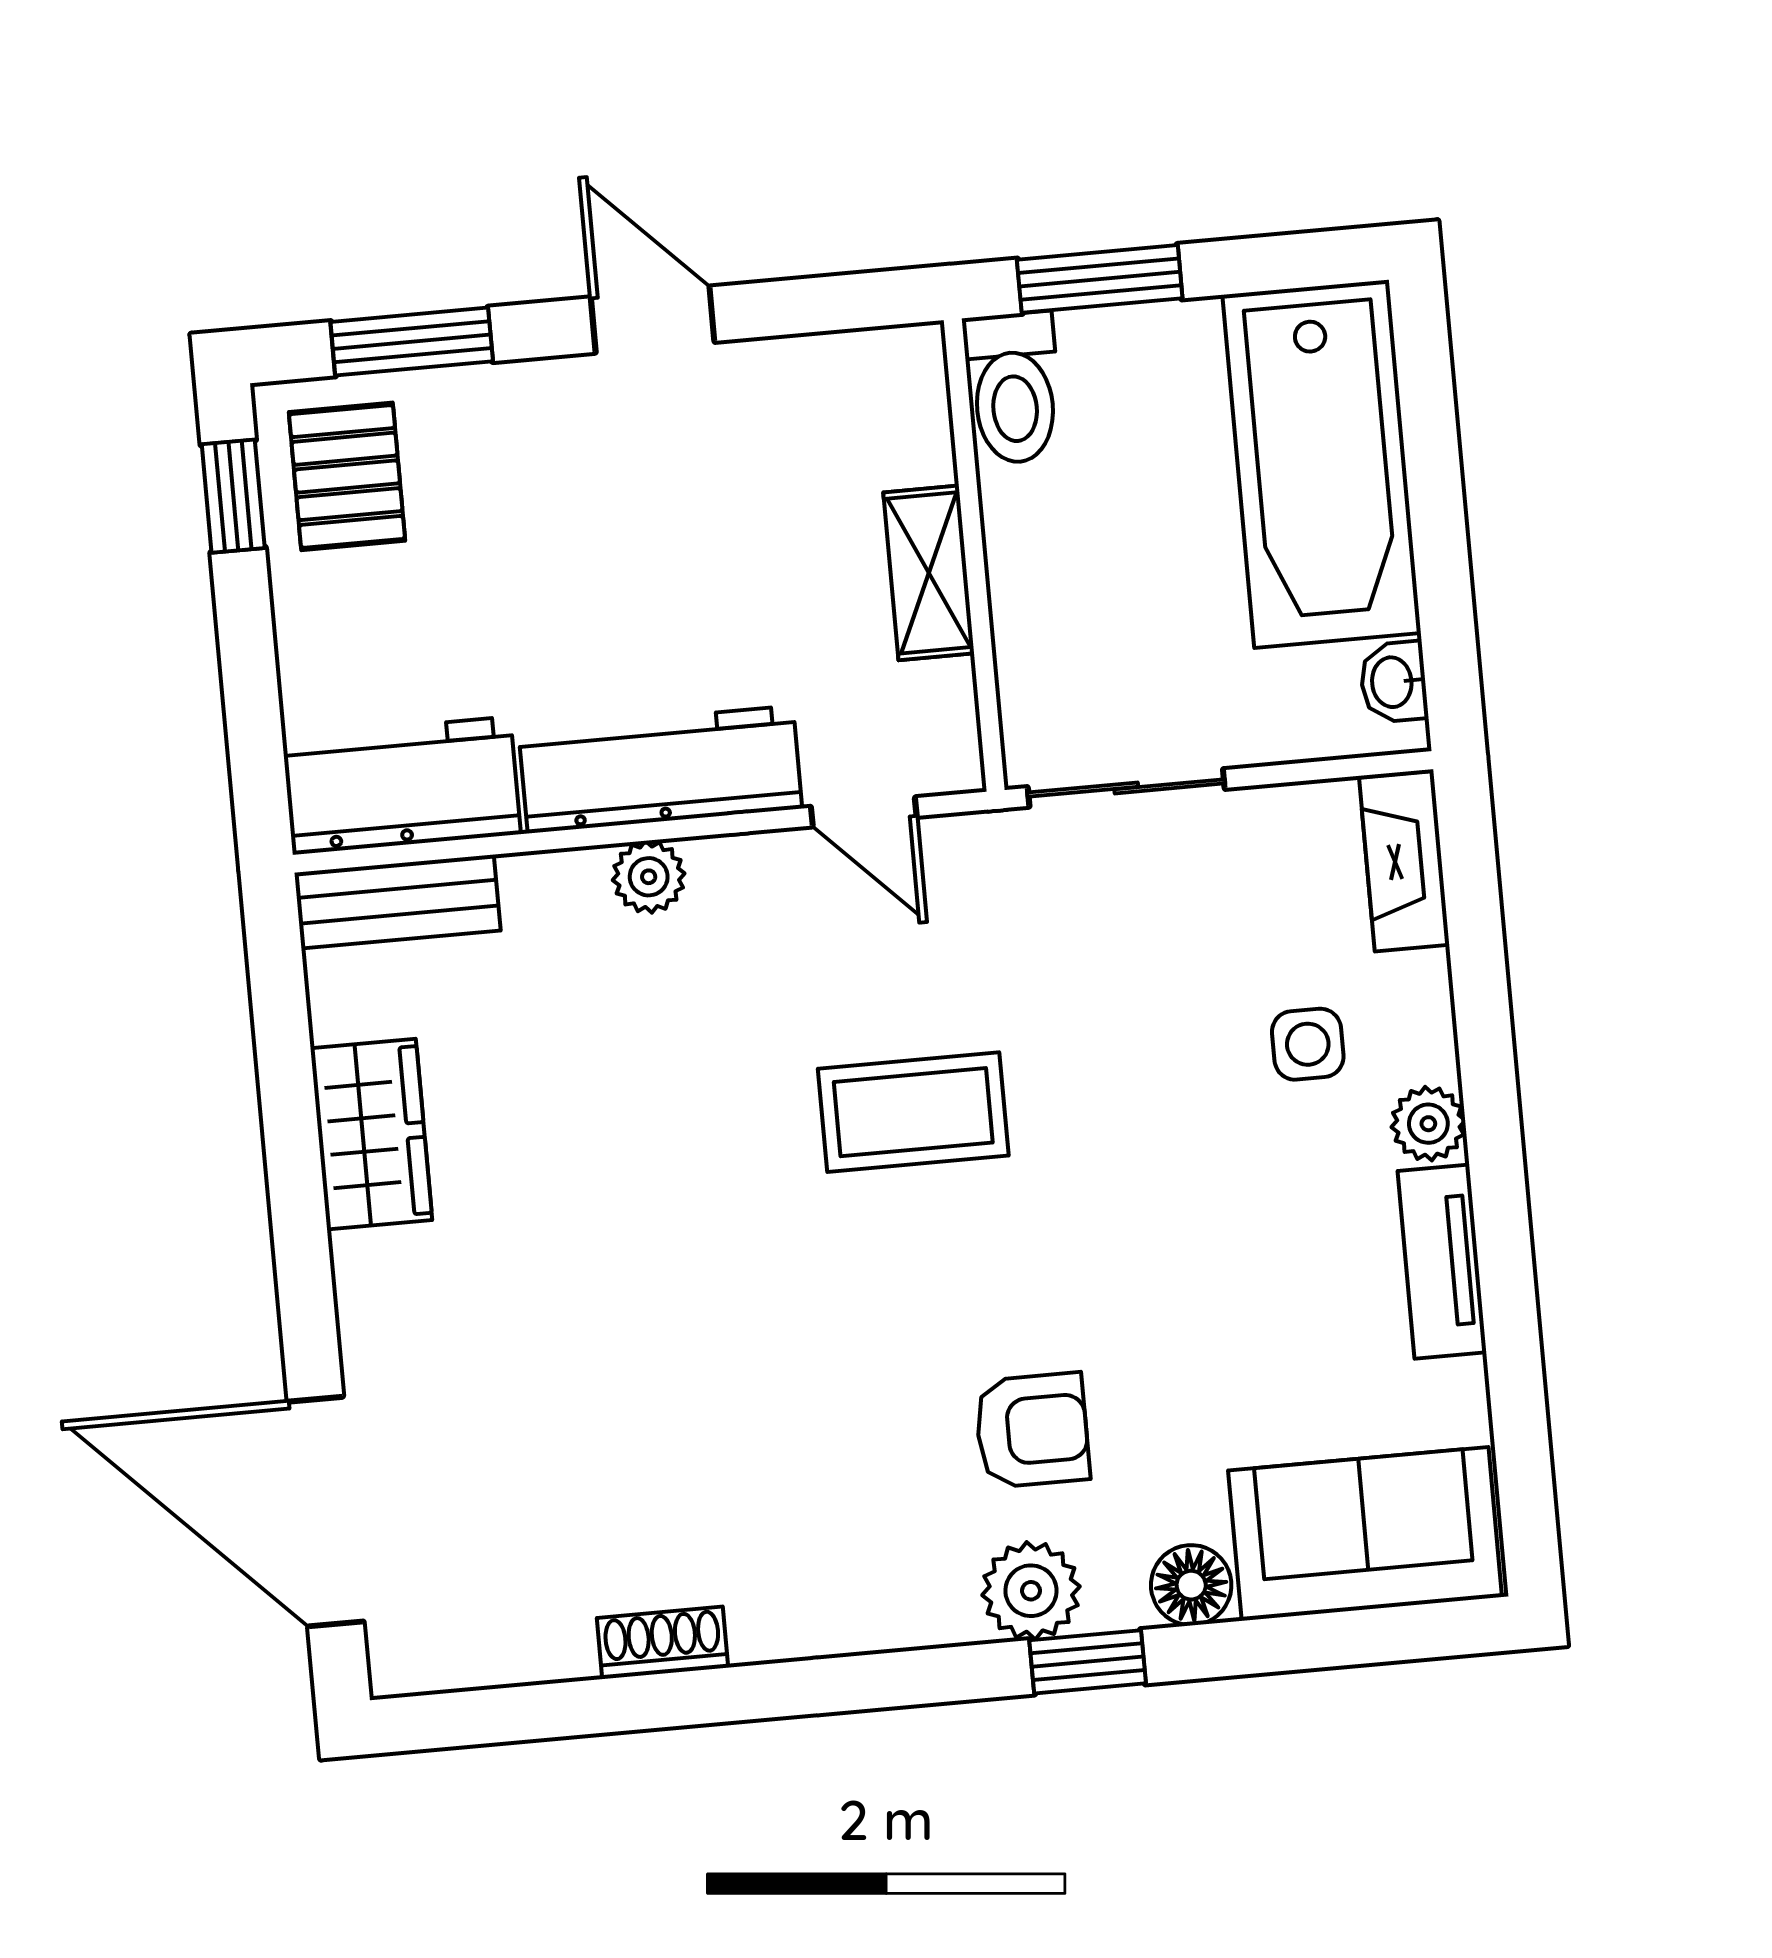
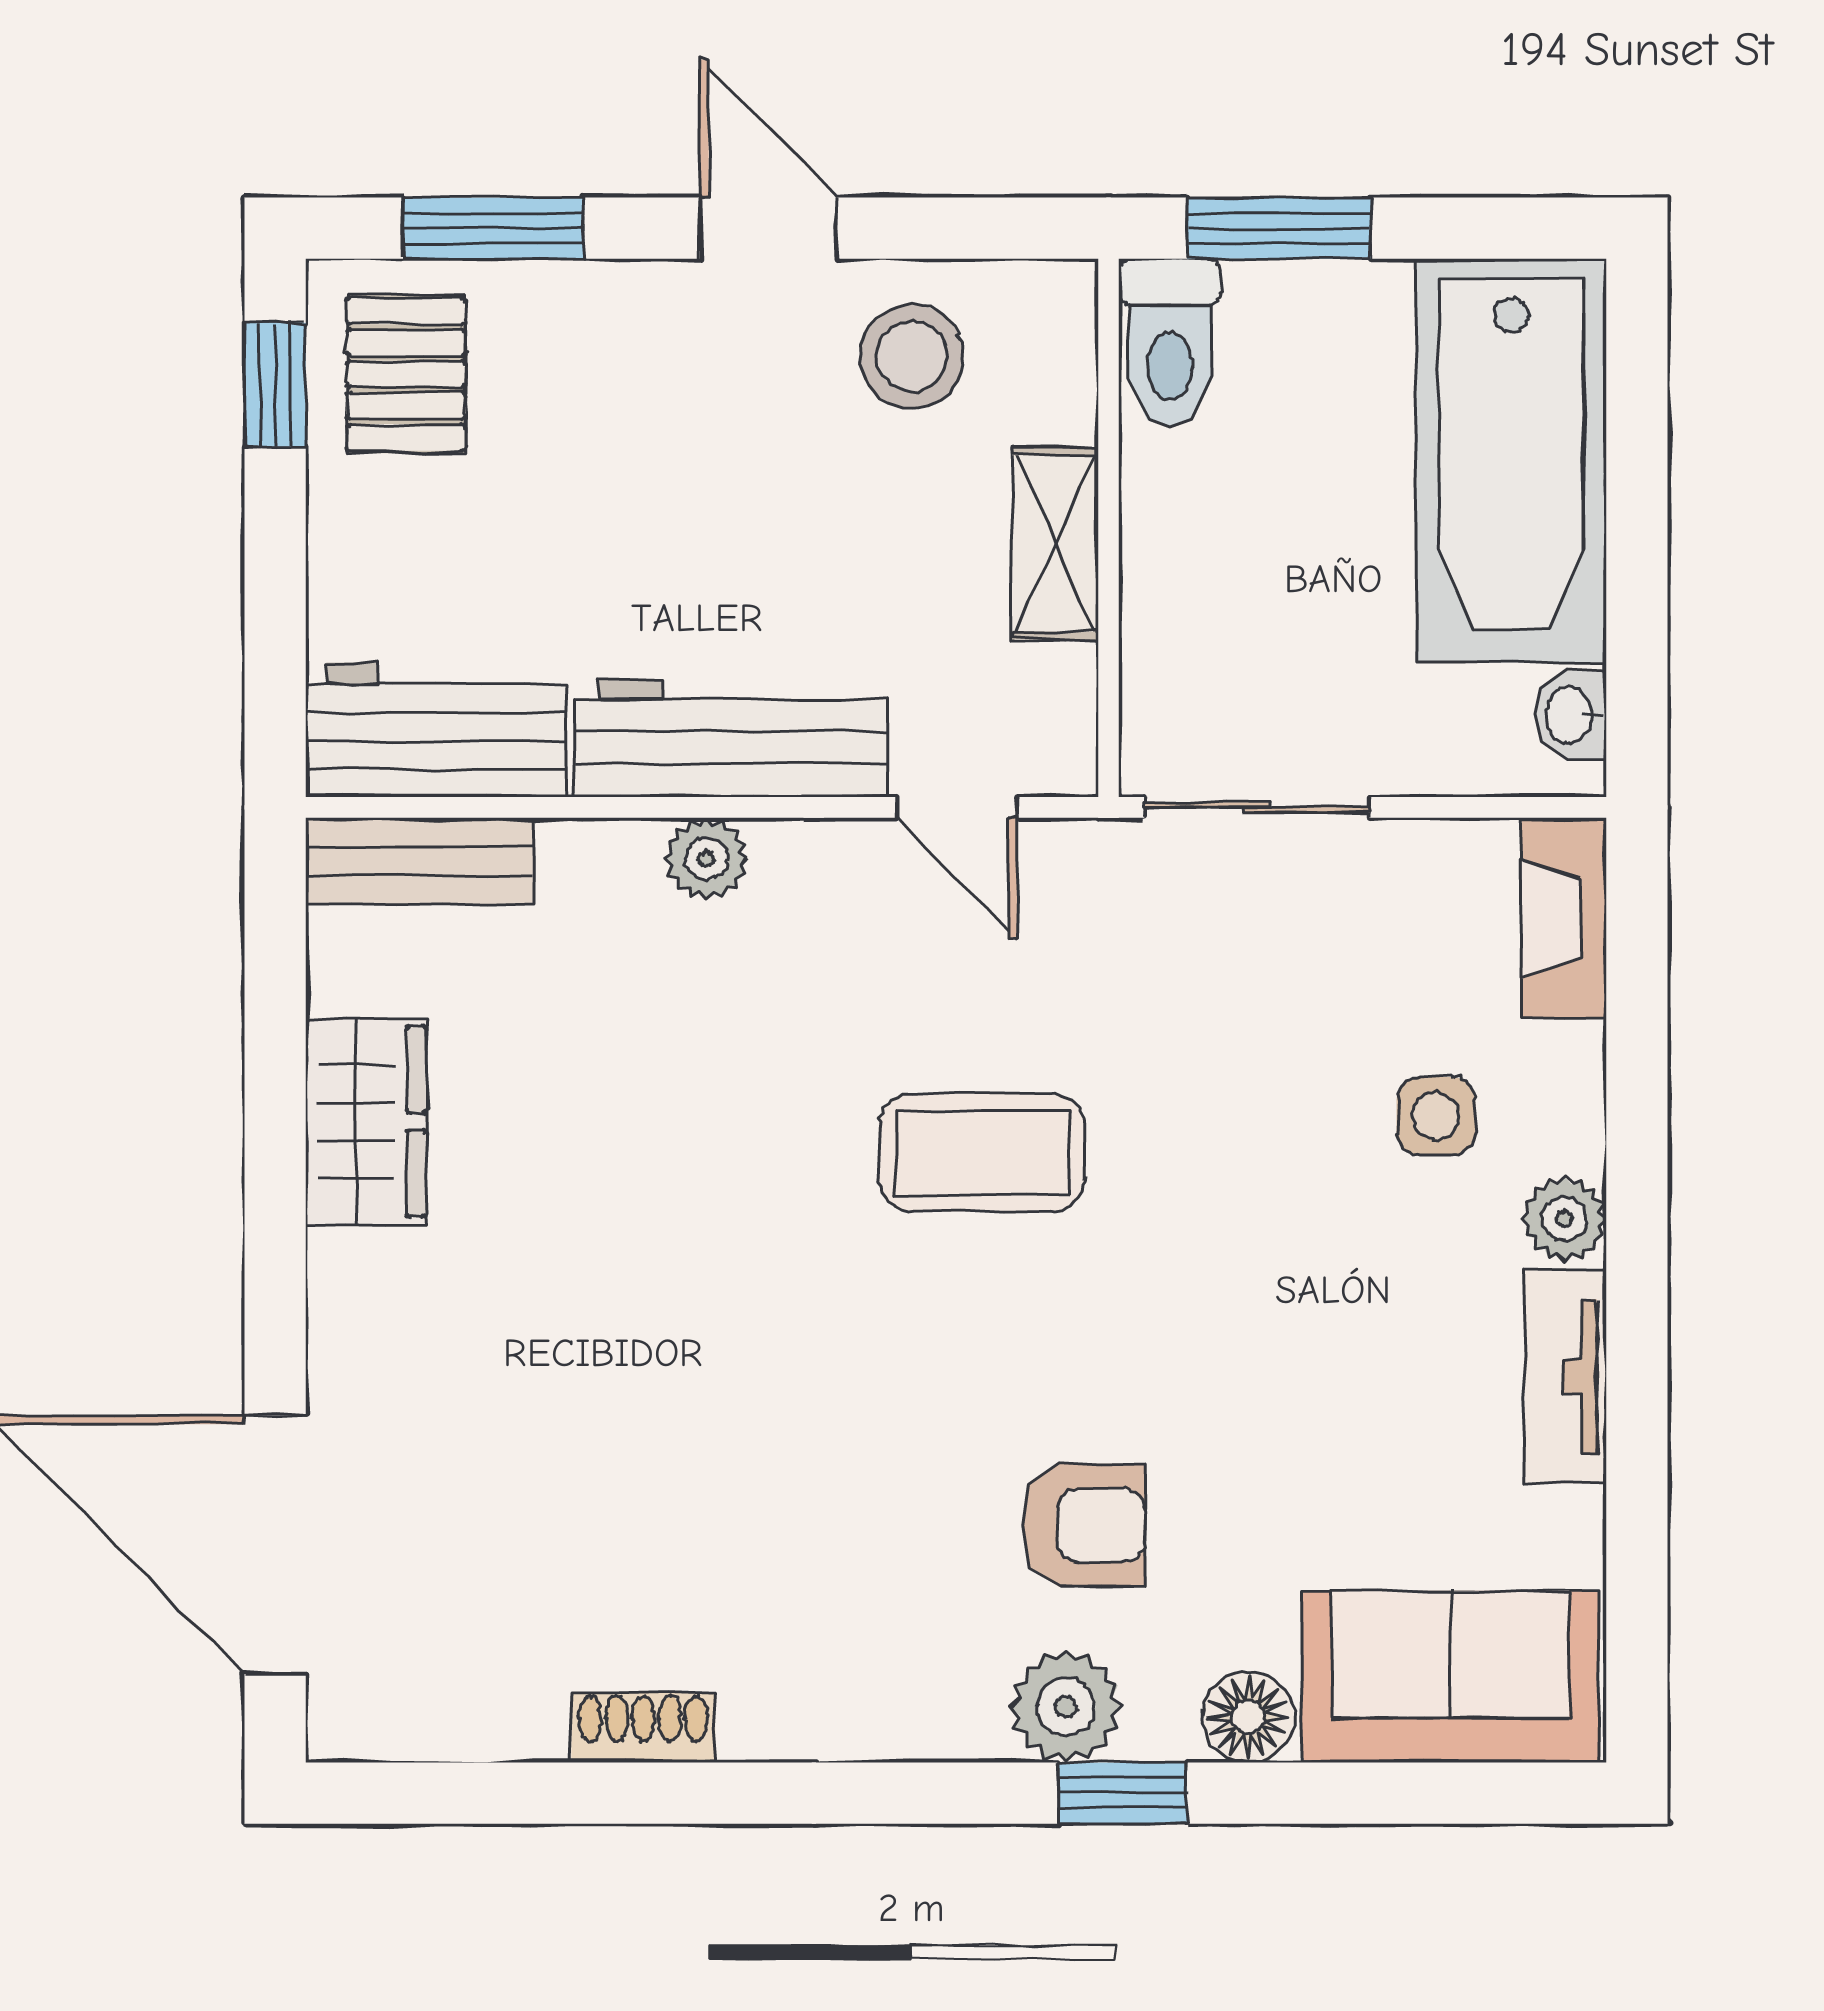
stool: (788, 421) -> (912, 356), added

